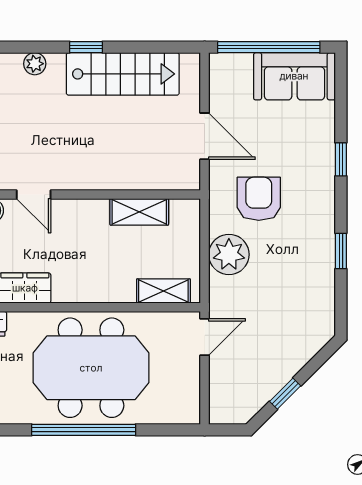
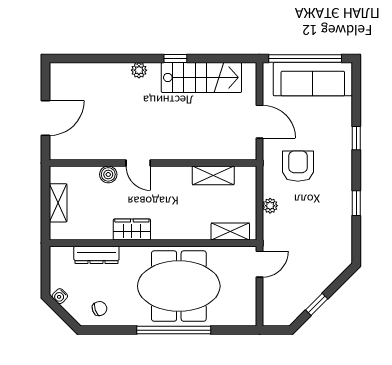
sofa: (294, 76) -> (313, 79), width x1.36
plant: (229, 254) -> (270, 206), width x0.53, depth x0.53

